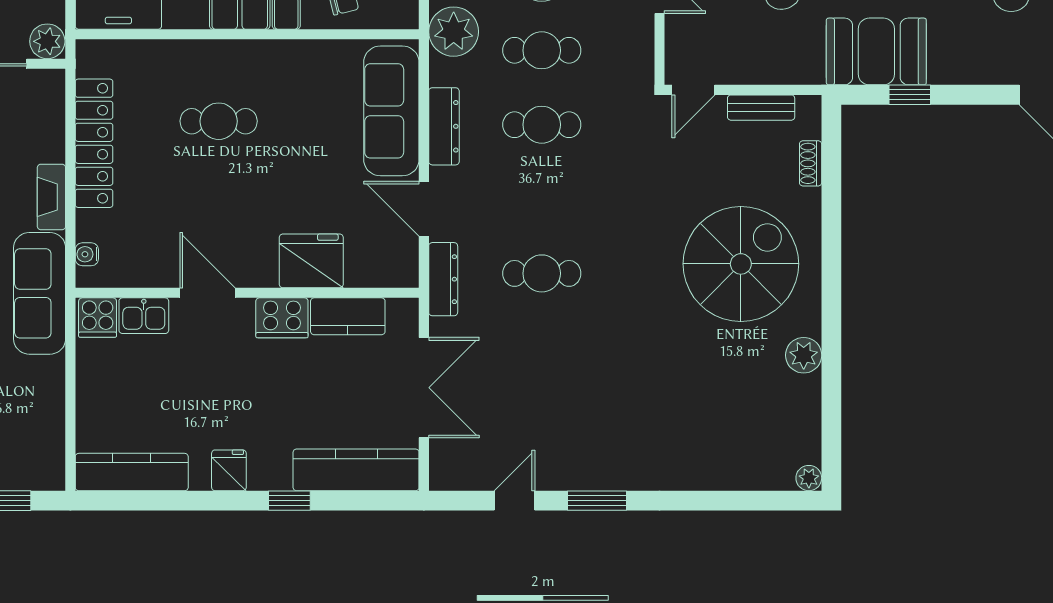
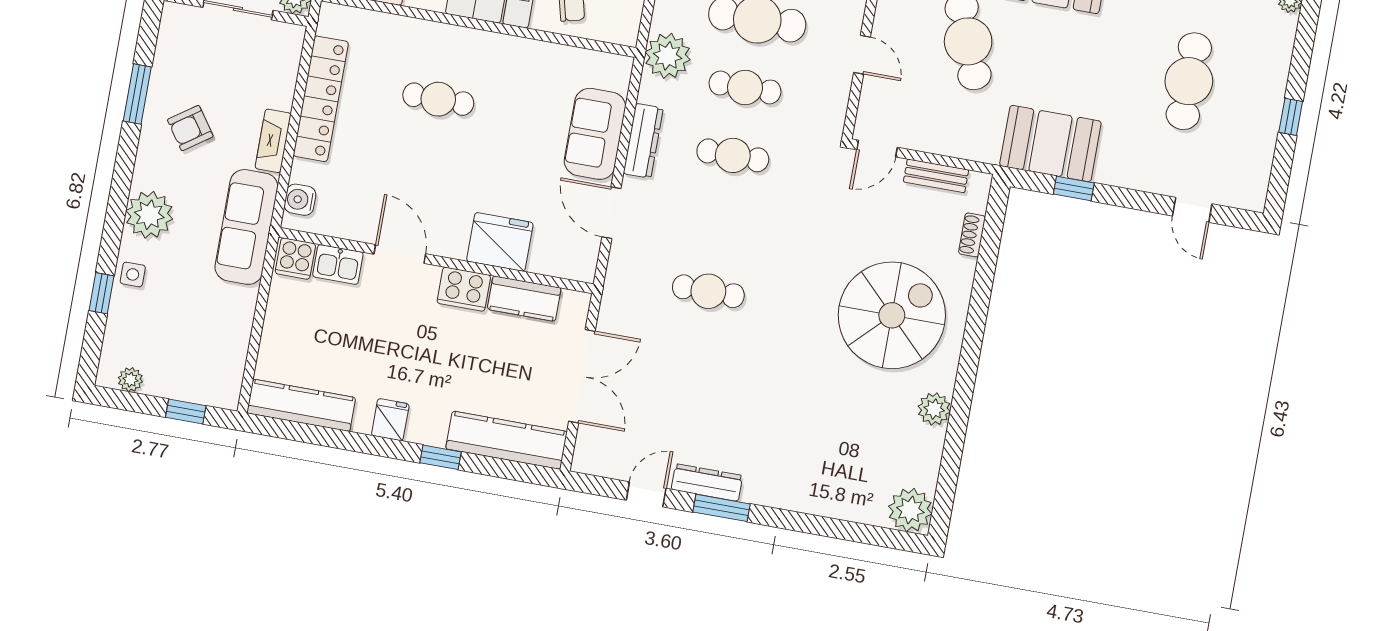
sofa: (391, 111) -> (595, 134), width x0.73
water cooler: (87, 254) -> (300, 200), width x1.38, depth x1.38
dresser: (443, 279) -> (707, 482), moved, turned -90
plant: (809, 478) -> (910, 510), width x1.87, depth x1.87

